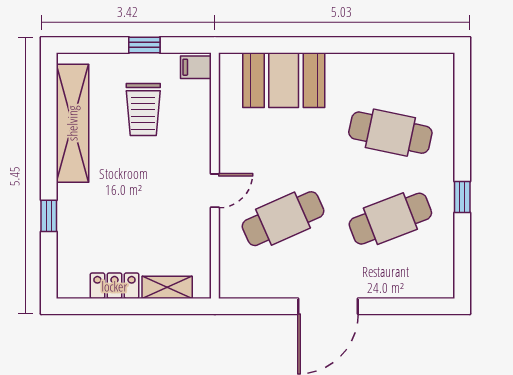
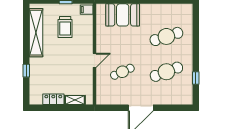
cafe table: (390, 133) -> (166, 36), turned -30
window: (462, 197) -> (196, 78), moved
cafe table: (283, 219) -> (122, 72), width x0.73, depth x0.74

